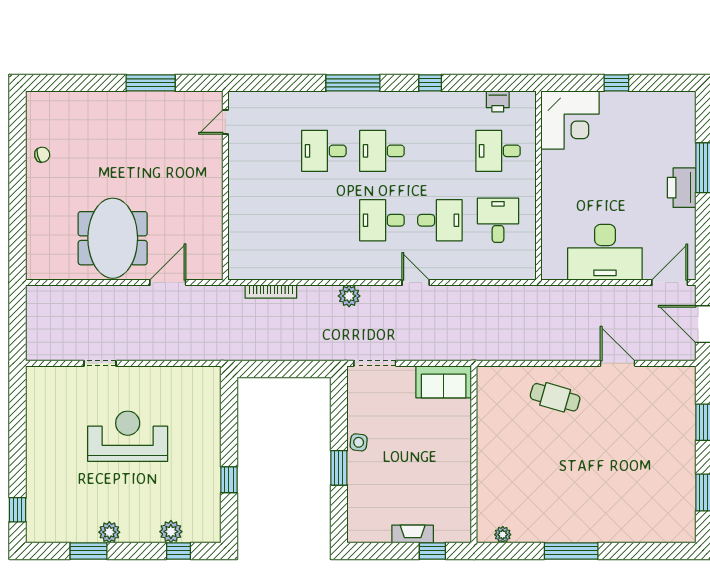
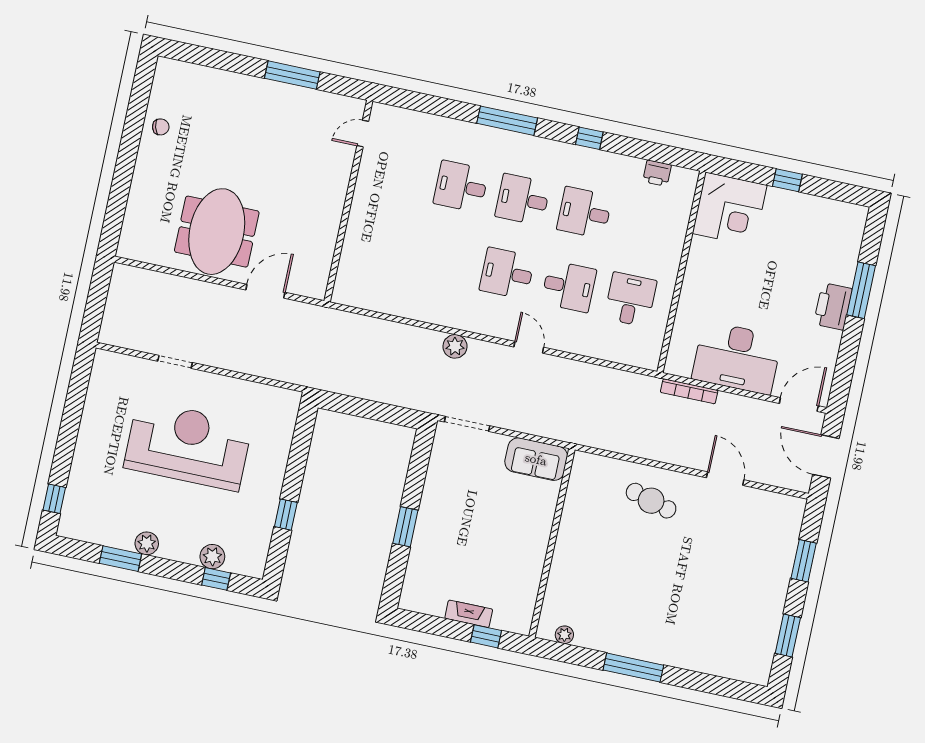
desk: (498, 151) -> (584, 213), moved
bookcase: (271, 292) -> (689, 391), moved
reception desk: (128, 436) -> (188, 446), width x1.36, depth x1.30
side table: (359, 442) -> (432, 504), removed

